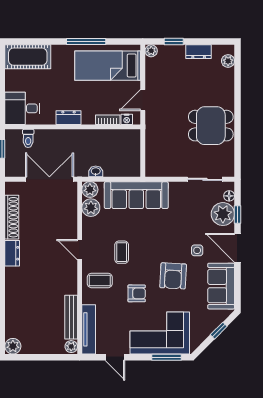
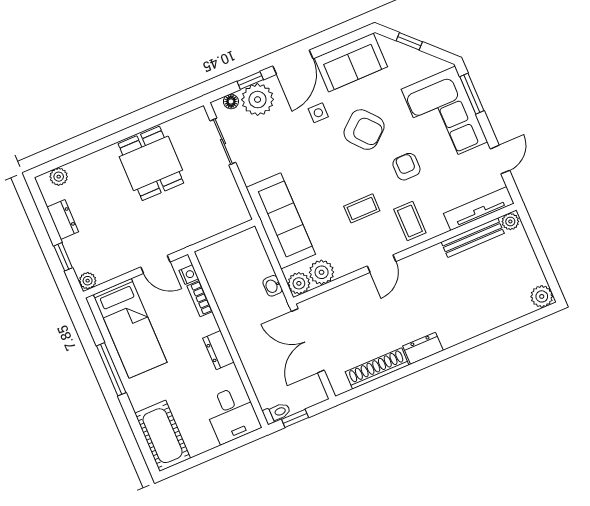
toilet: (28, 138) -> (277, 413), moved
armchair: (173, 276) -> (364, 130), turned 46

